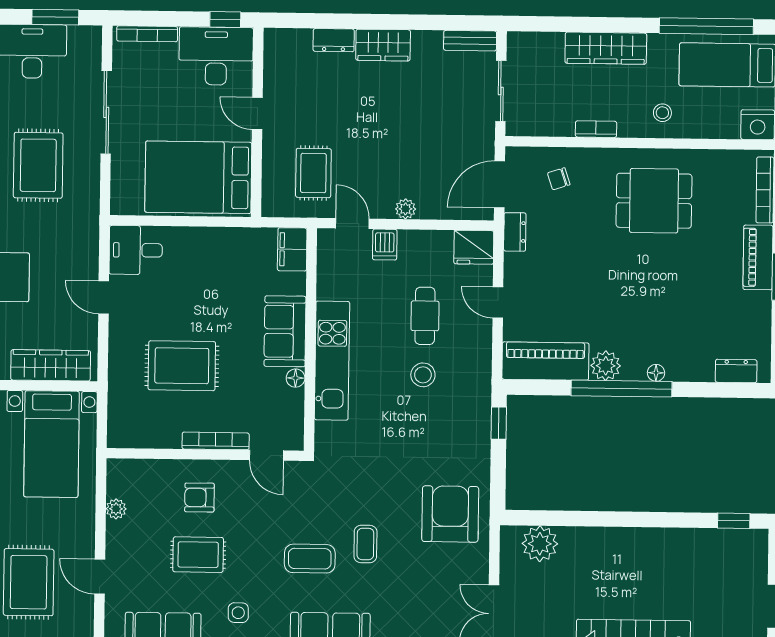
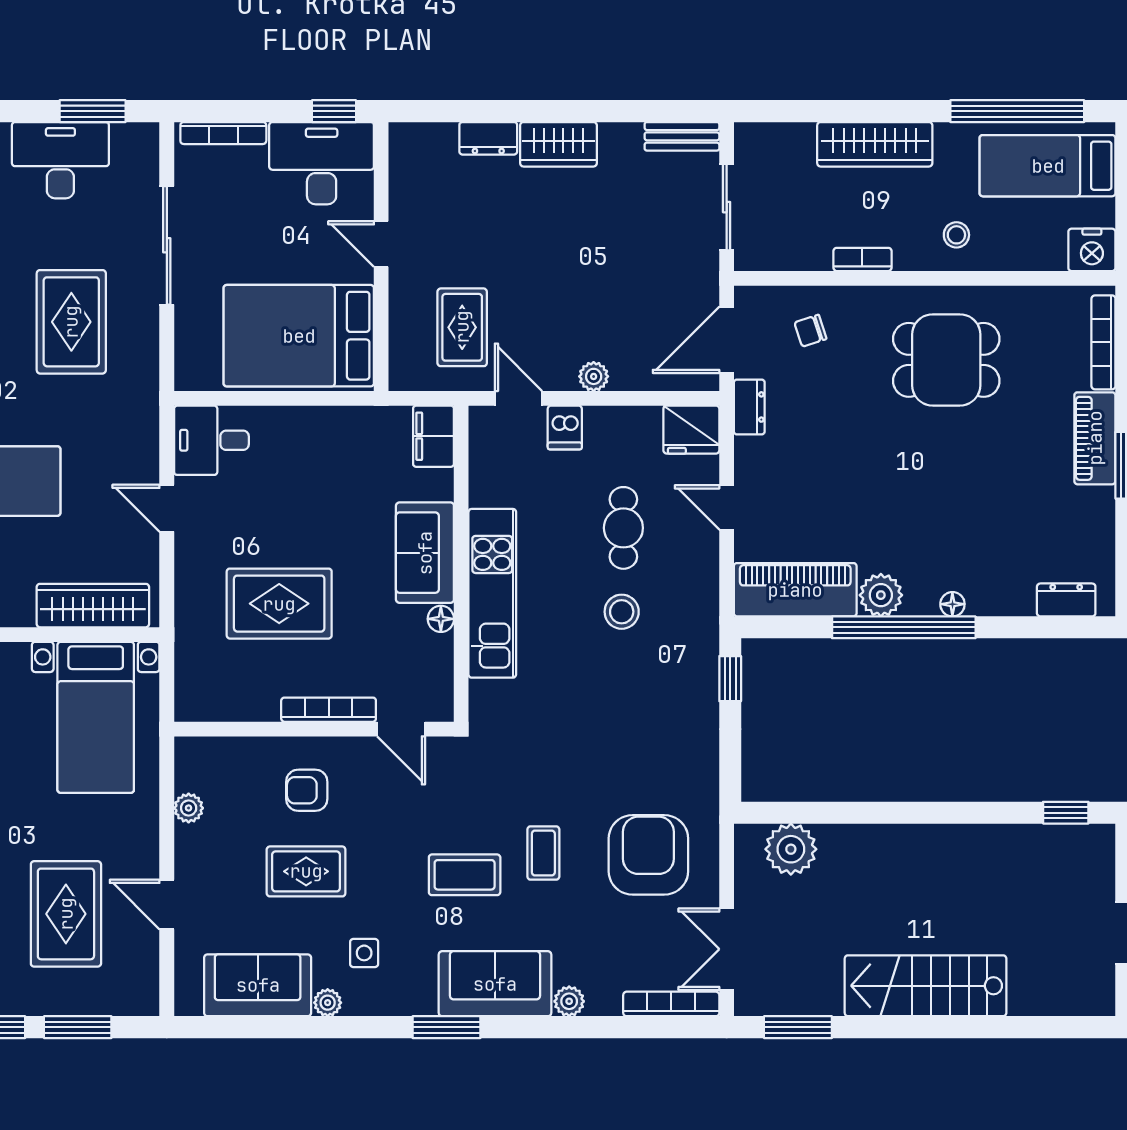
armchair: (450, 514) -> (648, 855), moved

